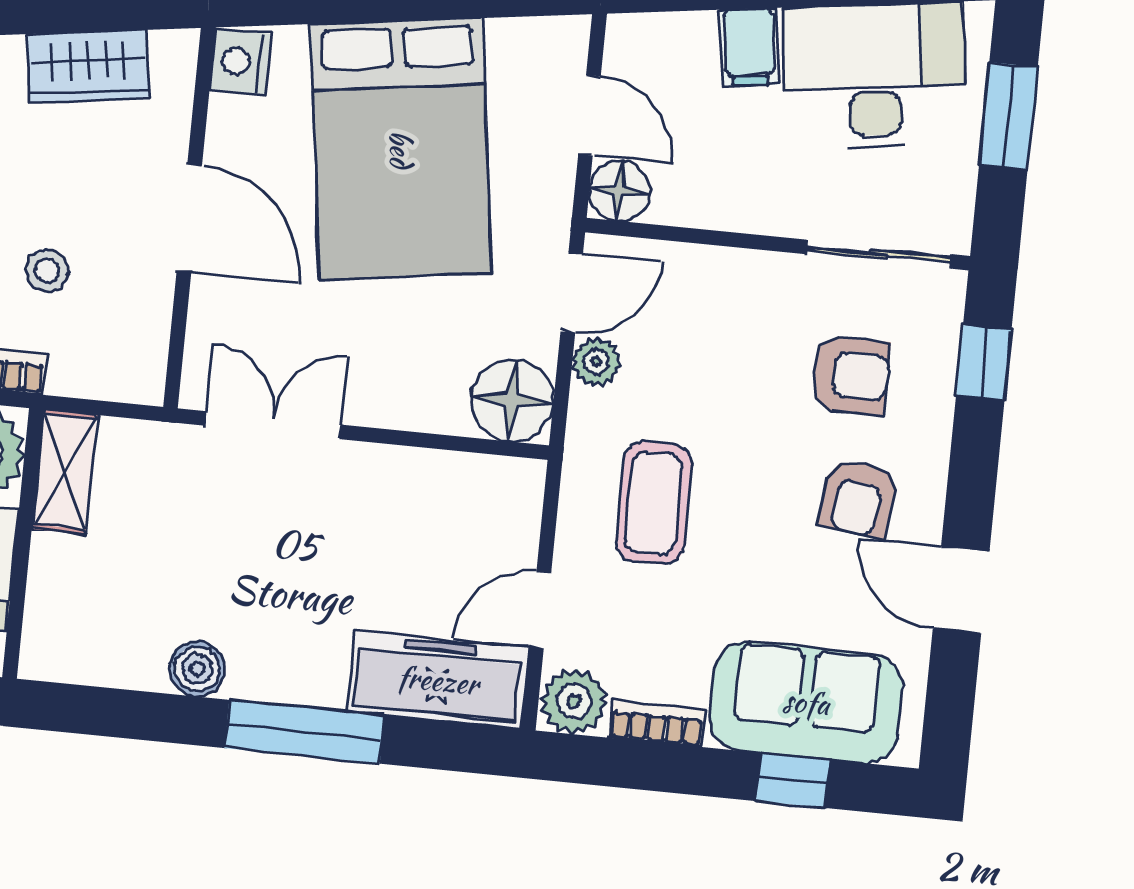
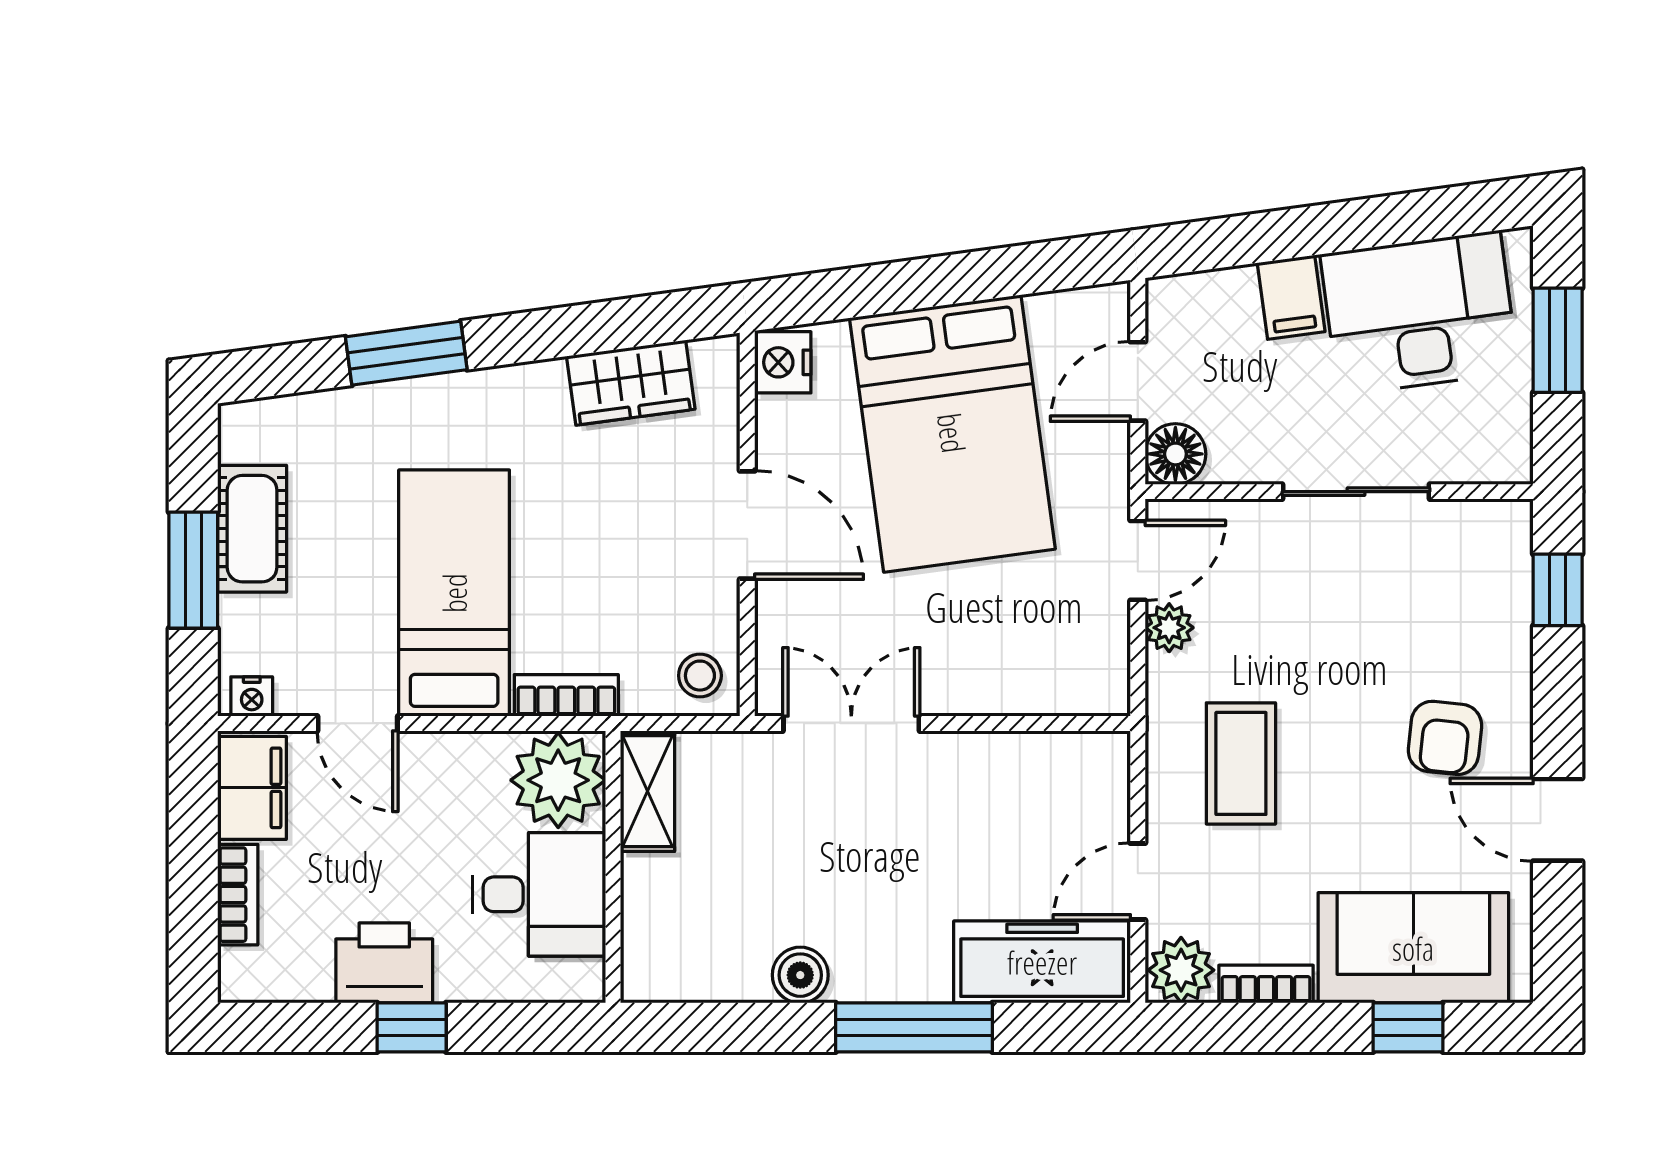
door: (589, 115) -> (1138, 381), swing flipped
sliding door: (878, 254) -> (1356, 492), moved
stool: (47, 271) -> (700, 676), moved
armchair: (850, 375) -> (1425, 616), removed
floor lamp: (512, 400) -> (1089, 675), removed

